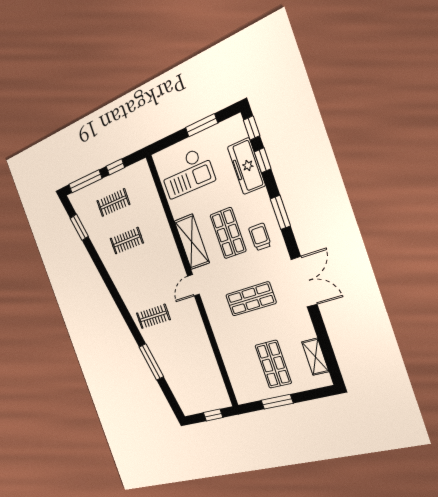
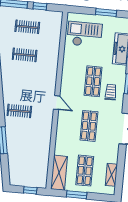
checkout: (187, 173) -> (85, 34), turned 180
shelving: (192, 242) -> (59, 173), moved
door: (193, 285) -> (57, 103), swing flipped
shop shelf: (251, 299) -> (89, 126), turned 90

